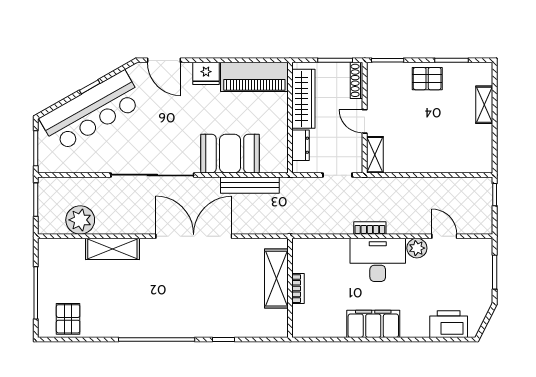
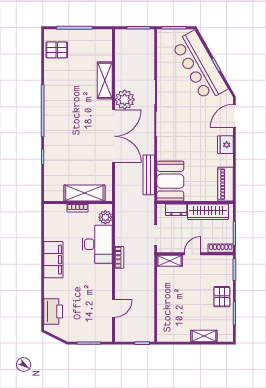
piano: (254, 77) -> (226, 184), width x0.73, depth x0.75
booth: (230, 154) -> (170, 181), moved
plant: (80, 220) -> (125, 100), moved
plant: (417, 248) -> (105, 217), moved
desk: (378, 260) -> (97, 244), moved

